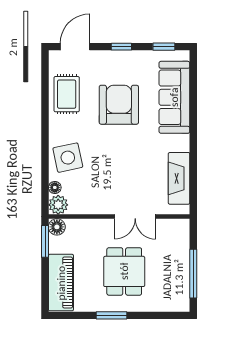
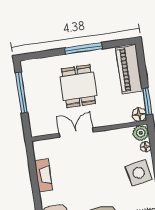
fireplace: (179, 178) -> (43, 175), width x0.73, depth x0.76
window: (112, 315) -> (83, 48), width x1.44

